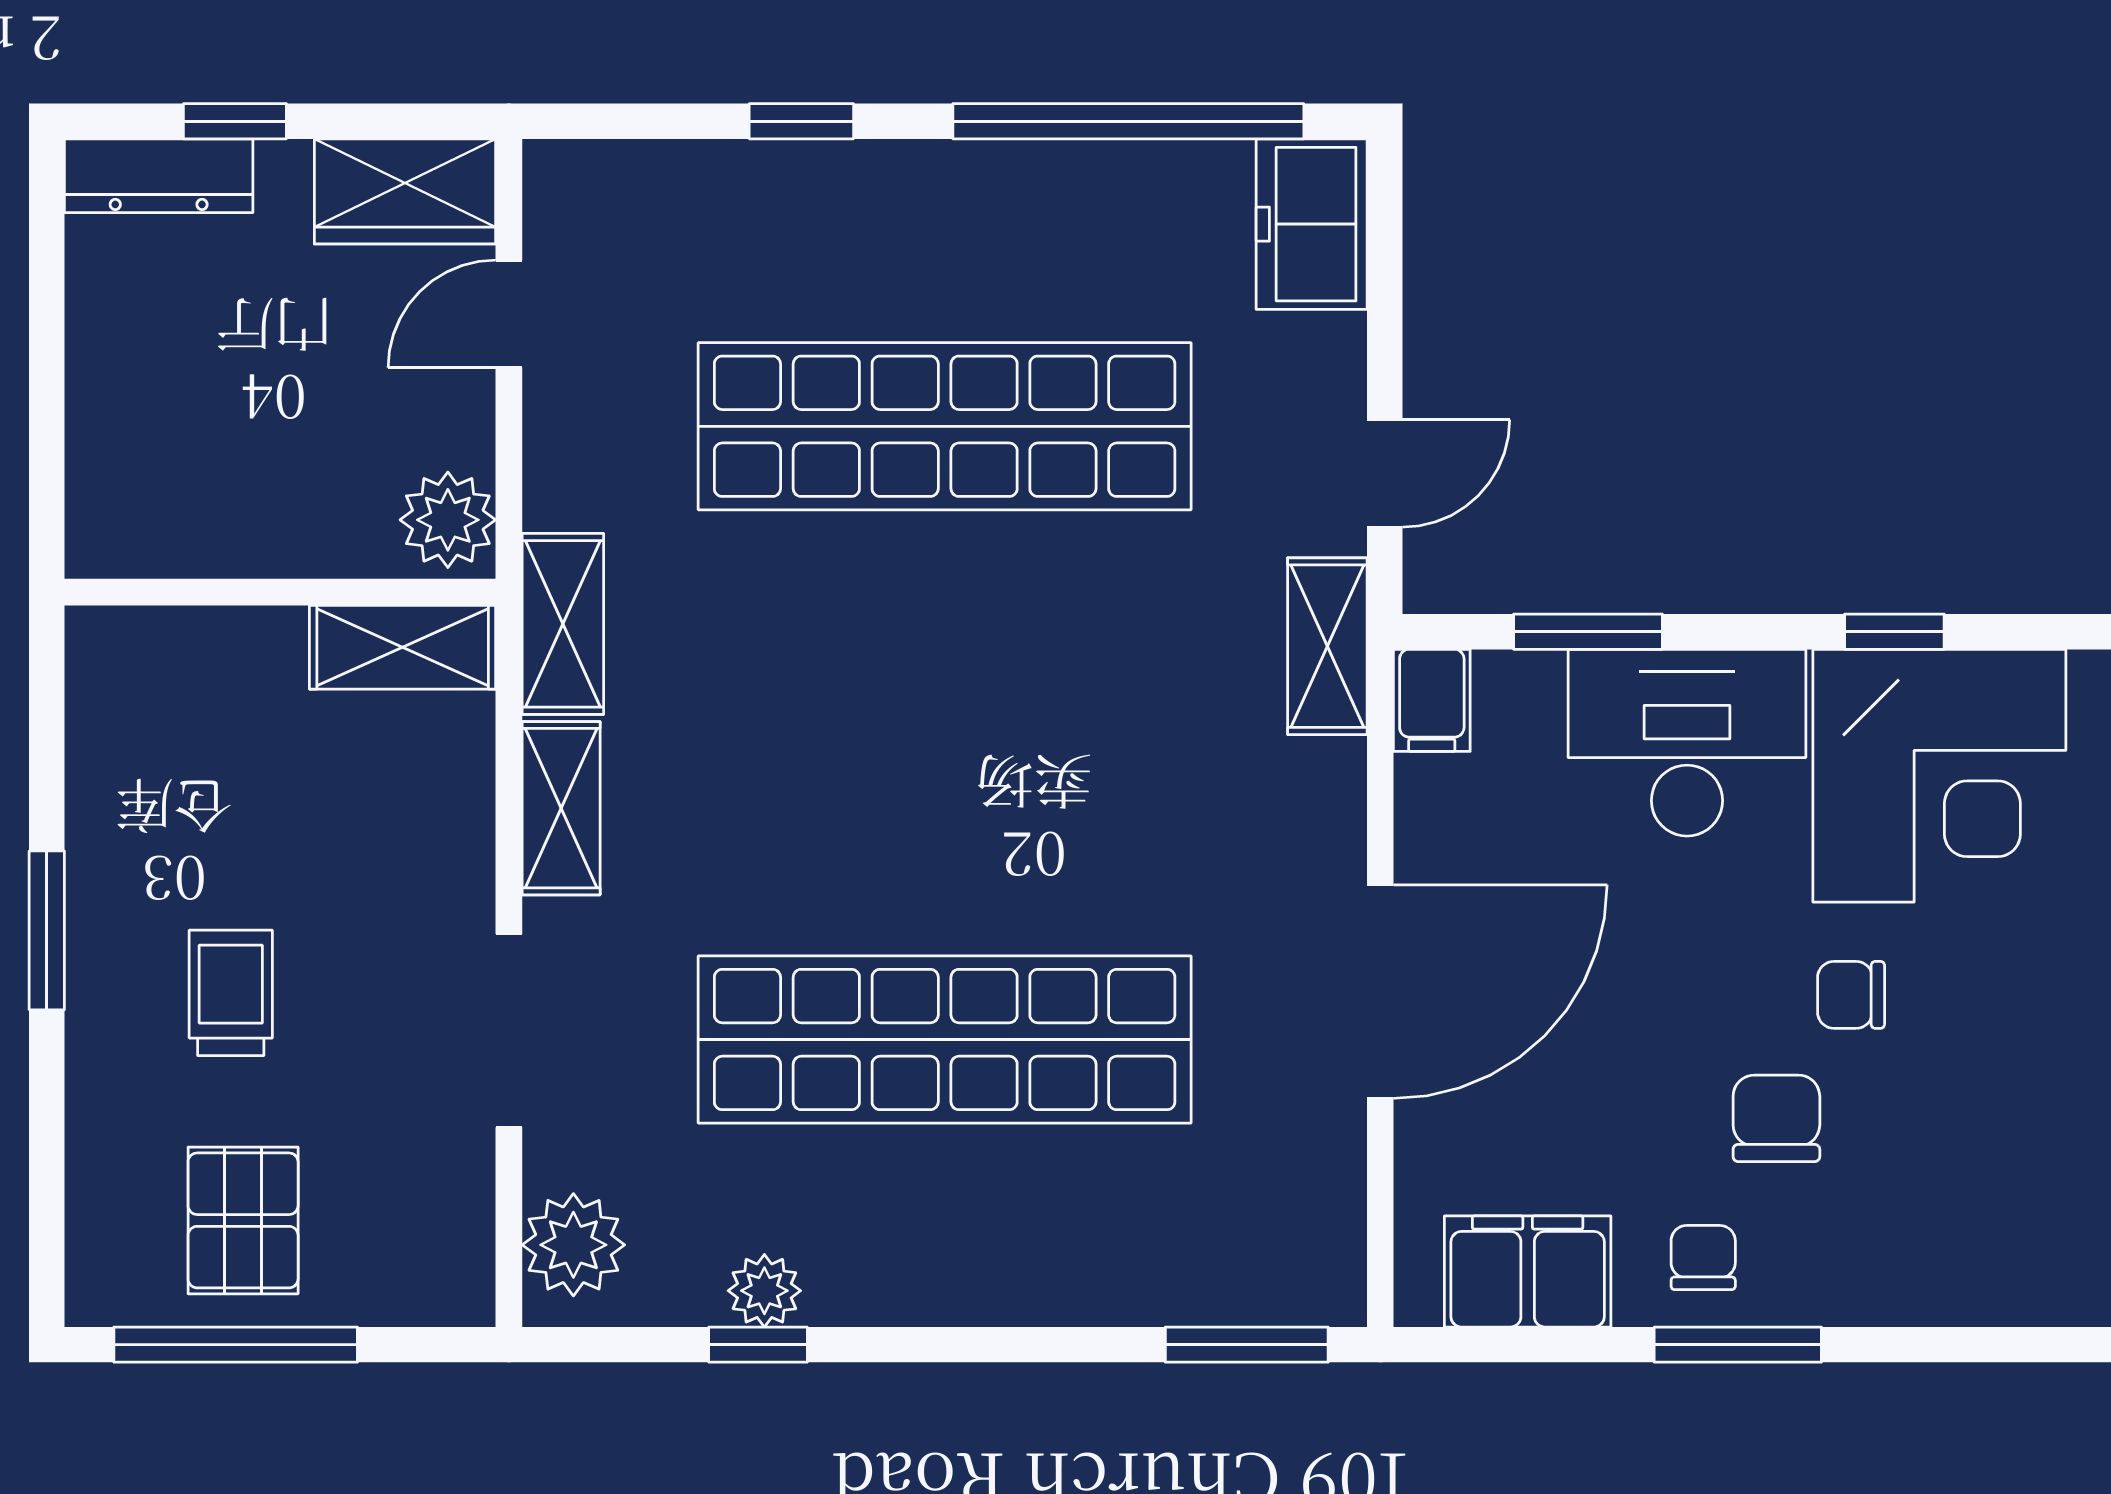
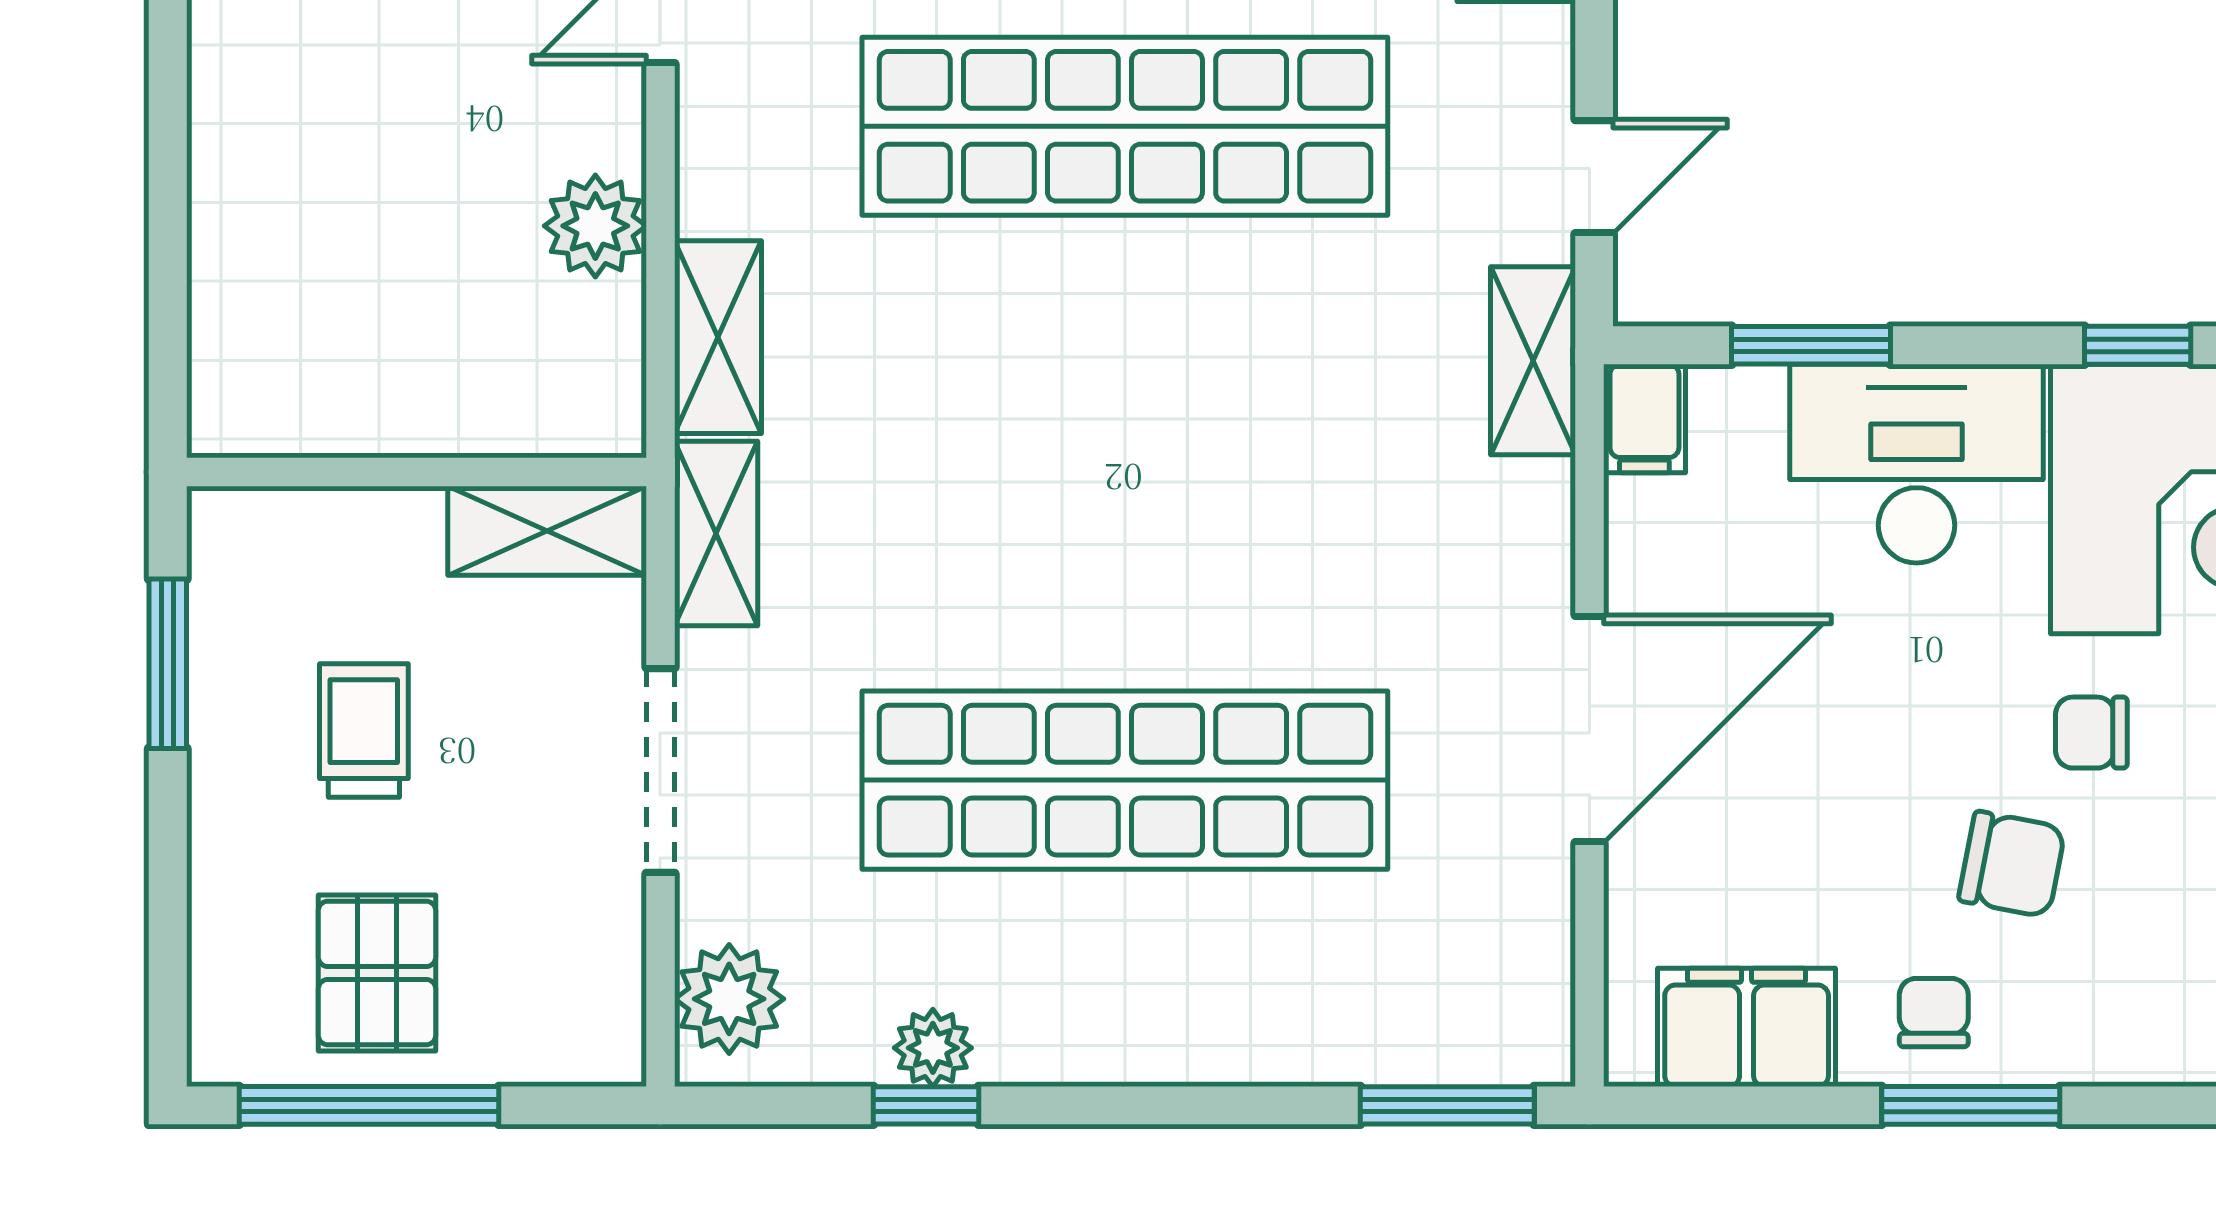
wall: (280, 592) -> (416, 472), moved
shelving: (403, 647) -> (547, 531), moved
chair: (1776, 1118) -> (2012, 864), turned 101

